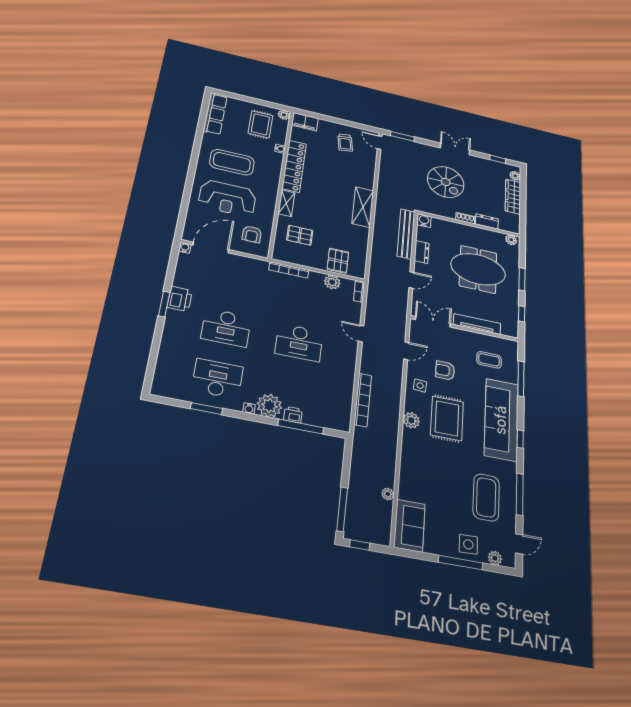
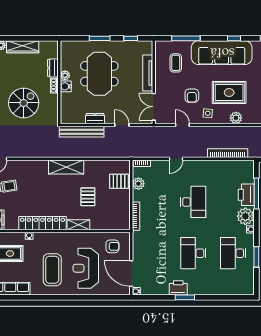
reception desk: (227, 198) -> (86, 268), turned 180
water cooler: (424, 221) -> (66, 86), moved
pallet: (300, 235) -> (88, 197), moved
plant: (511, 240) -> (65, 75), moved
desk: (226, 328) -> (193, 253), turned 180
printer: (293, 415) -> (246, 195), width x1.87, depth x1.48

